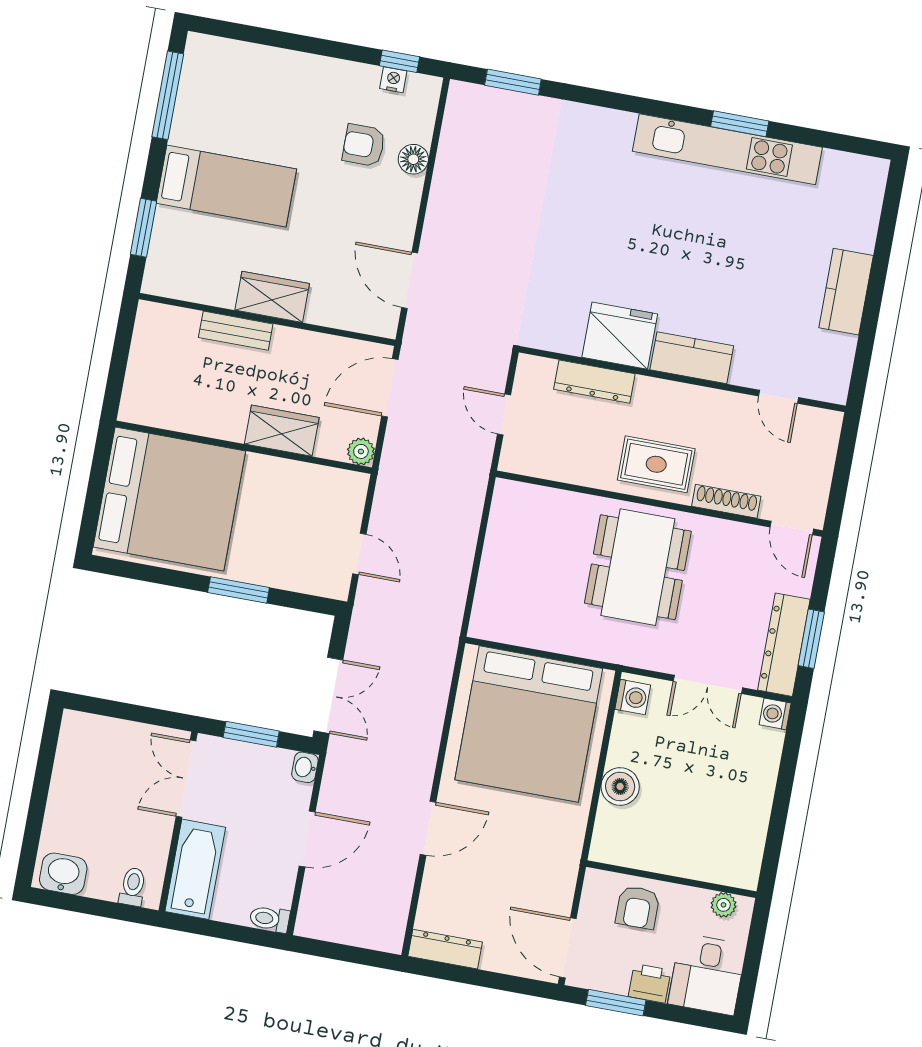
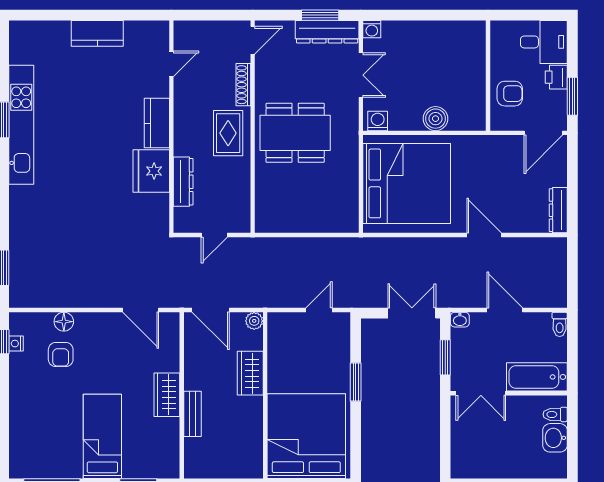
door: (410, 280) -> (141, 310), hinge flipped
washbasin: (63, 874) -> (555, 438), moved
plant: (723, 905) -> (498, 40), removed

